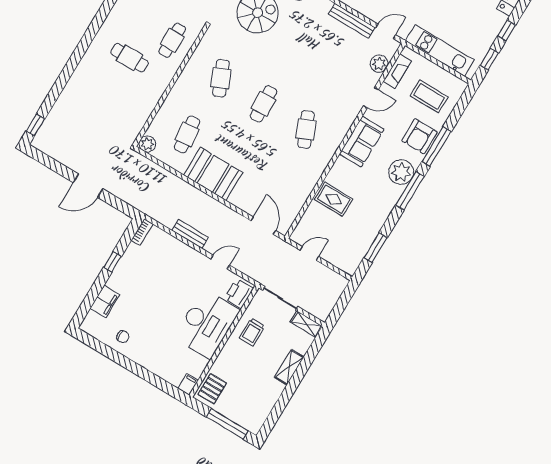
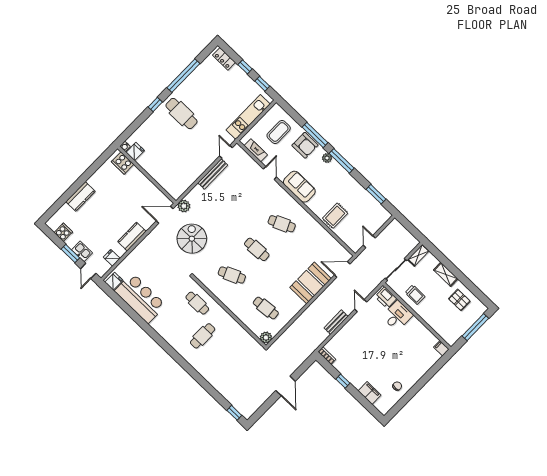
plant: (379, 64) -> (247, 162), removed
plant: (401, 172) -> (327, 158), width x0.53, depth x0.53
booth: (213, 174) -> (311, 283), moved
desk: (207, 324) -> (397, 316), width x0.53, depth x0.77
pallet: (212, 389) -> (459, 300), moved

